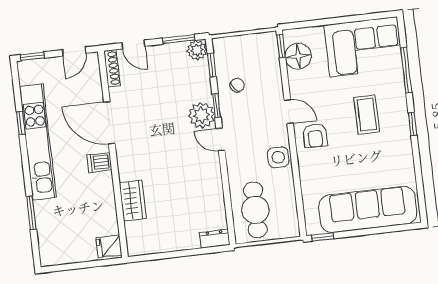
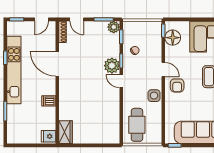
dishwasher: (100, 162) -> (49, 101), moved
wardrobe: (133, 200) -> (66, 132), moved
dresser: (215, 239) -> (111, 139), removed

